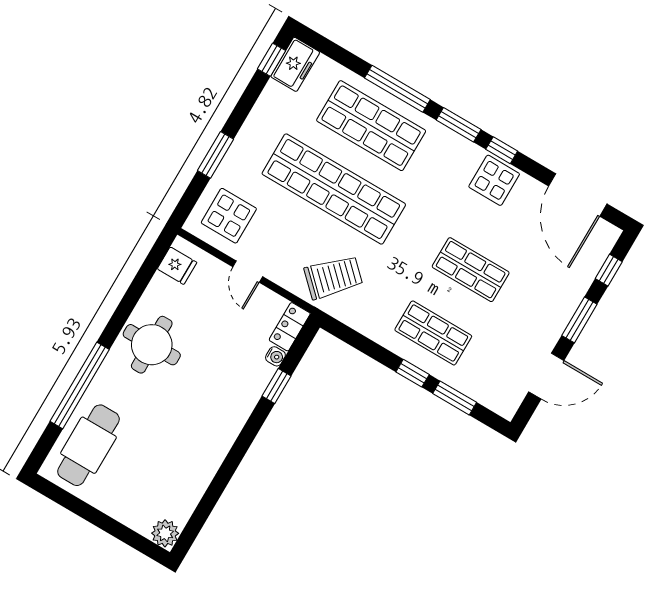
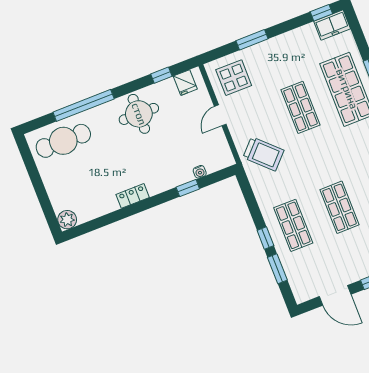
shop shelf: (334, 189) -> (301, 107), width x0.50, depth x0.74
window: (142, 279) -> (161, 75), added
locker: (290, 327) -> (133, 196), moved

